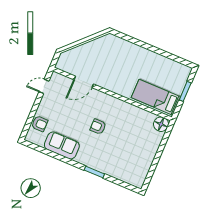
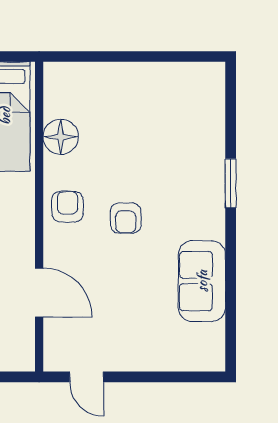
armchair: (40, 124) -> (67, 207), moved
floor lamp: (161, 124) -> (61, 137), moved

